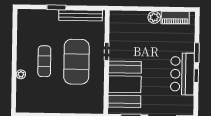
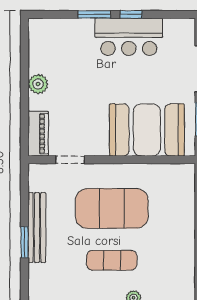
bench: (81, 15) -> (37, 228), moved
piano: (175, 18) -> (38, 134), moved
doorway: (107, 51) -> (70, 160), moved

